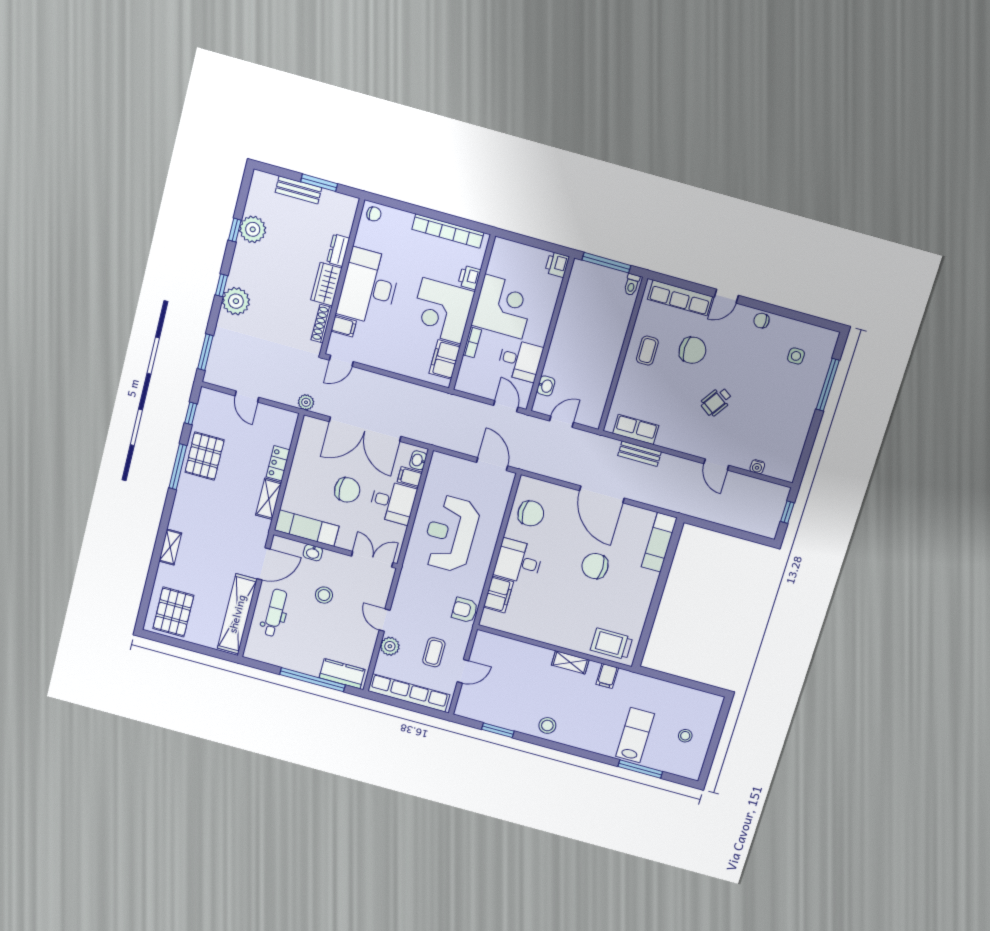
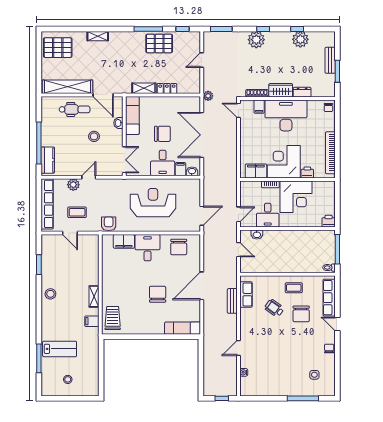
wheelchair: (716, 402) -> (274, 308), moved
chair: (347, 490) -> (162, 134), turned -90

